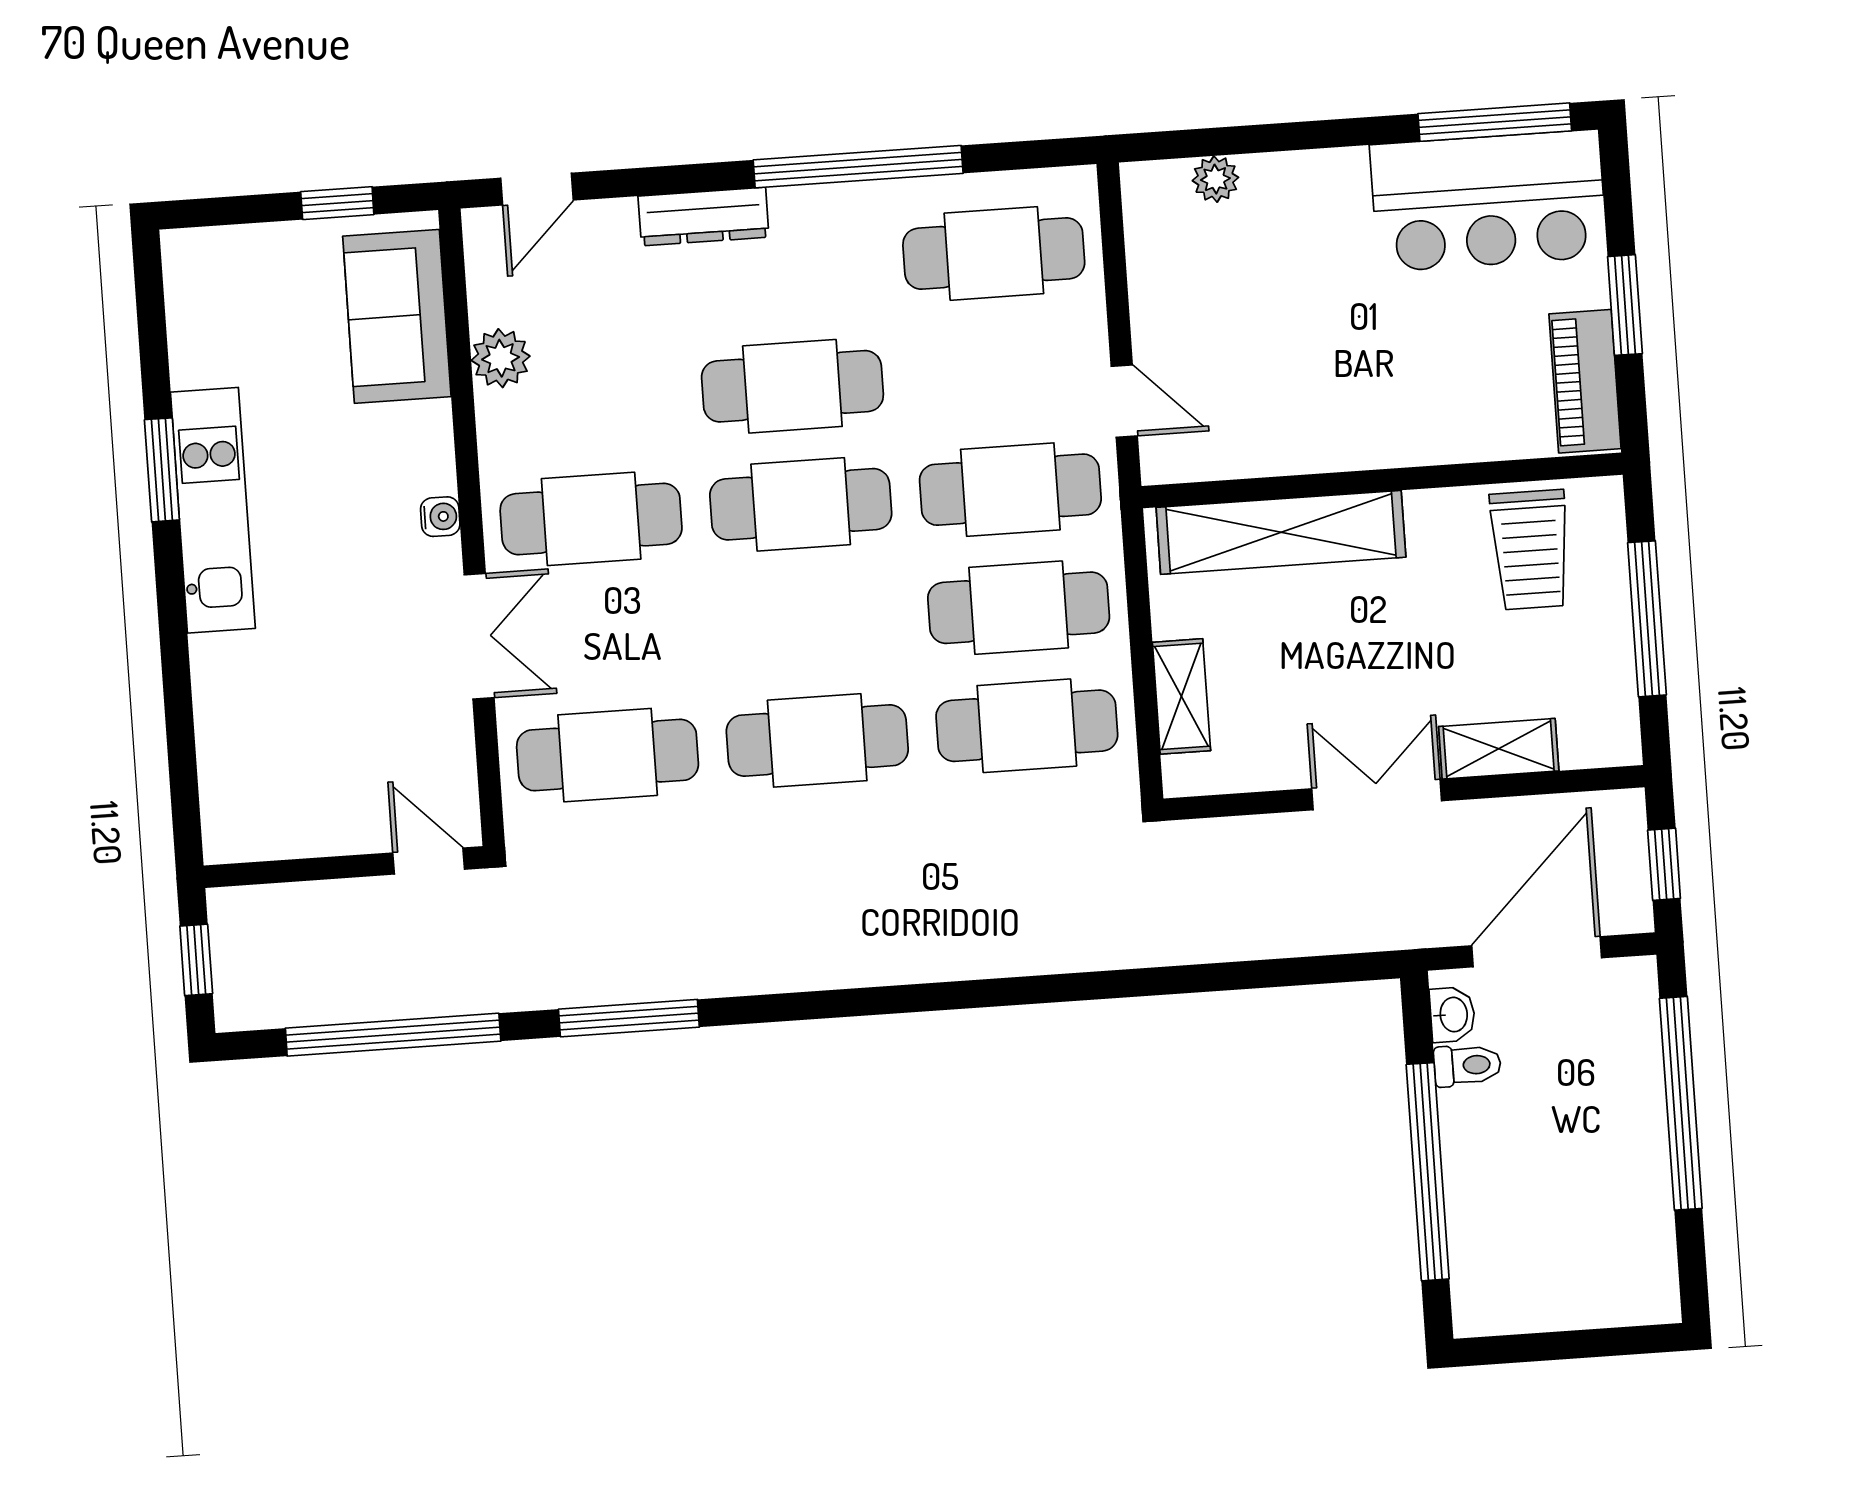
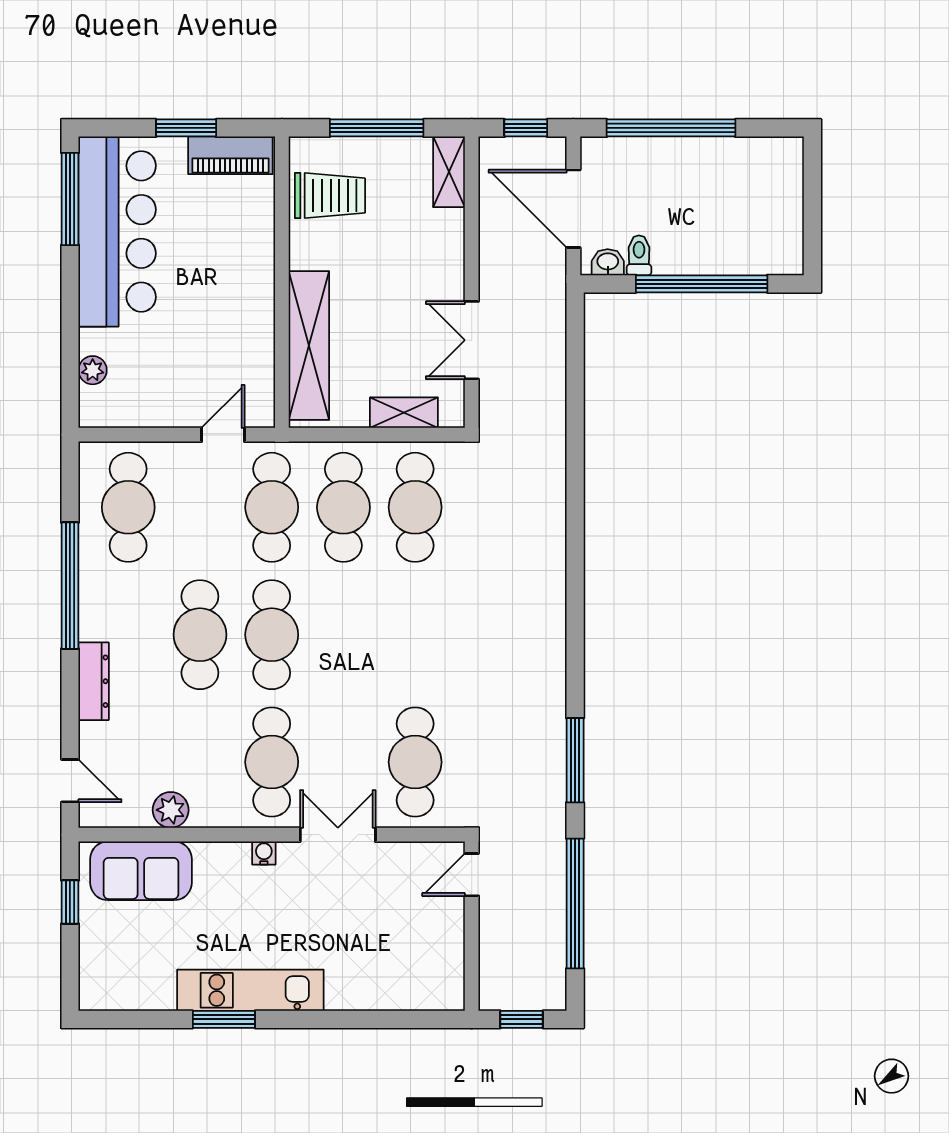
bar counter: (1488, 201) -> (117, 231), width x1.36
cafe table: (817, 740) -> (415, 635), removed
shelving: (1499, 749) -> (449, 172), moved
double door: (1377, 795) -> (472, 340), moved

